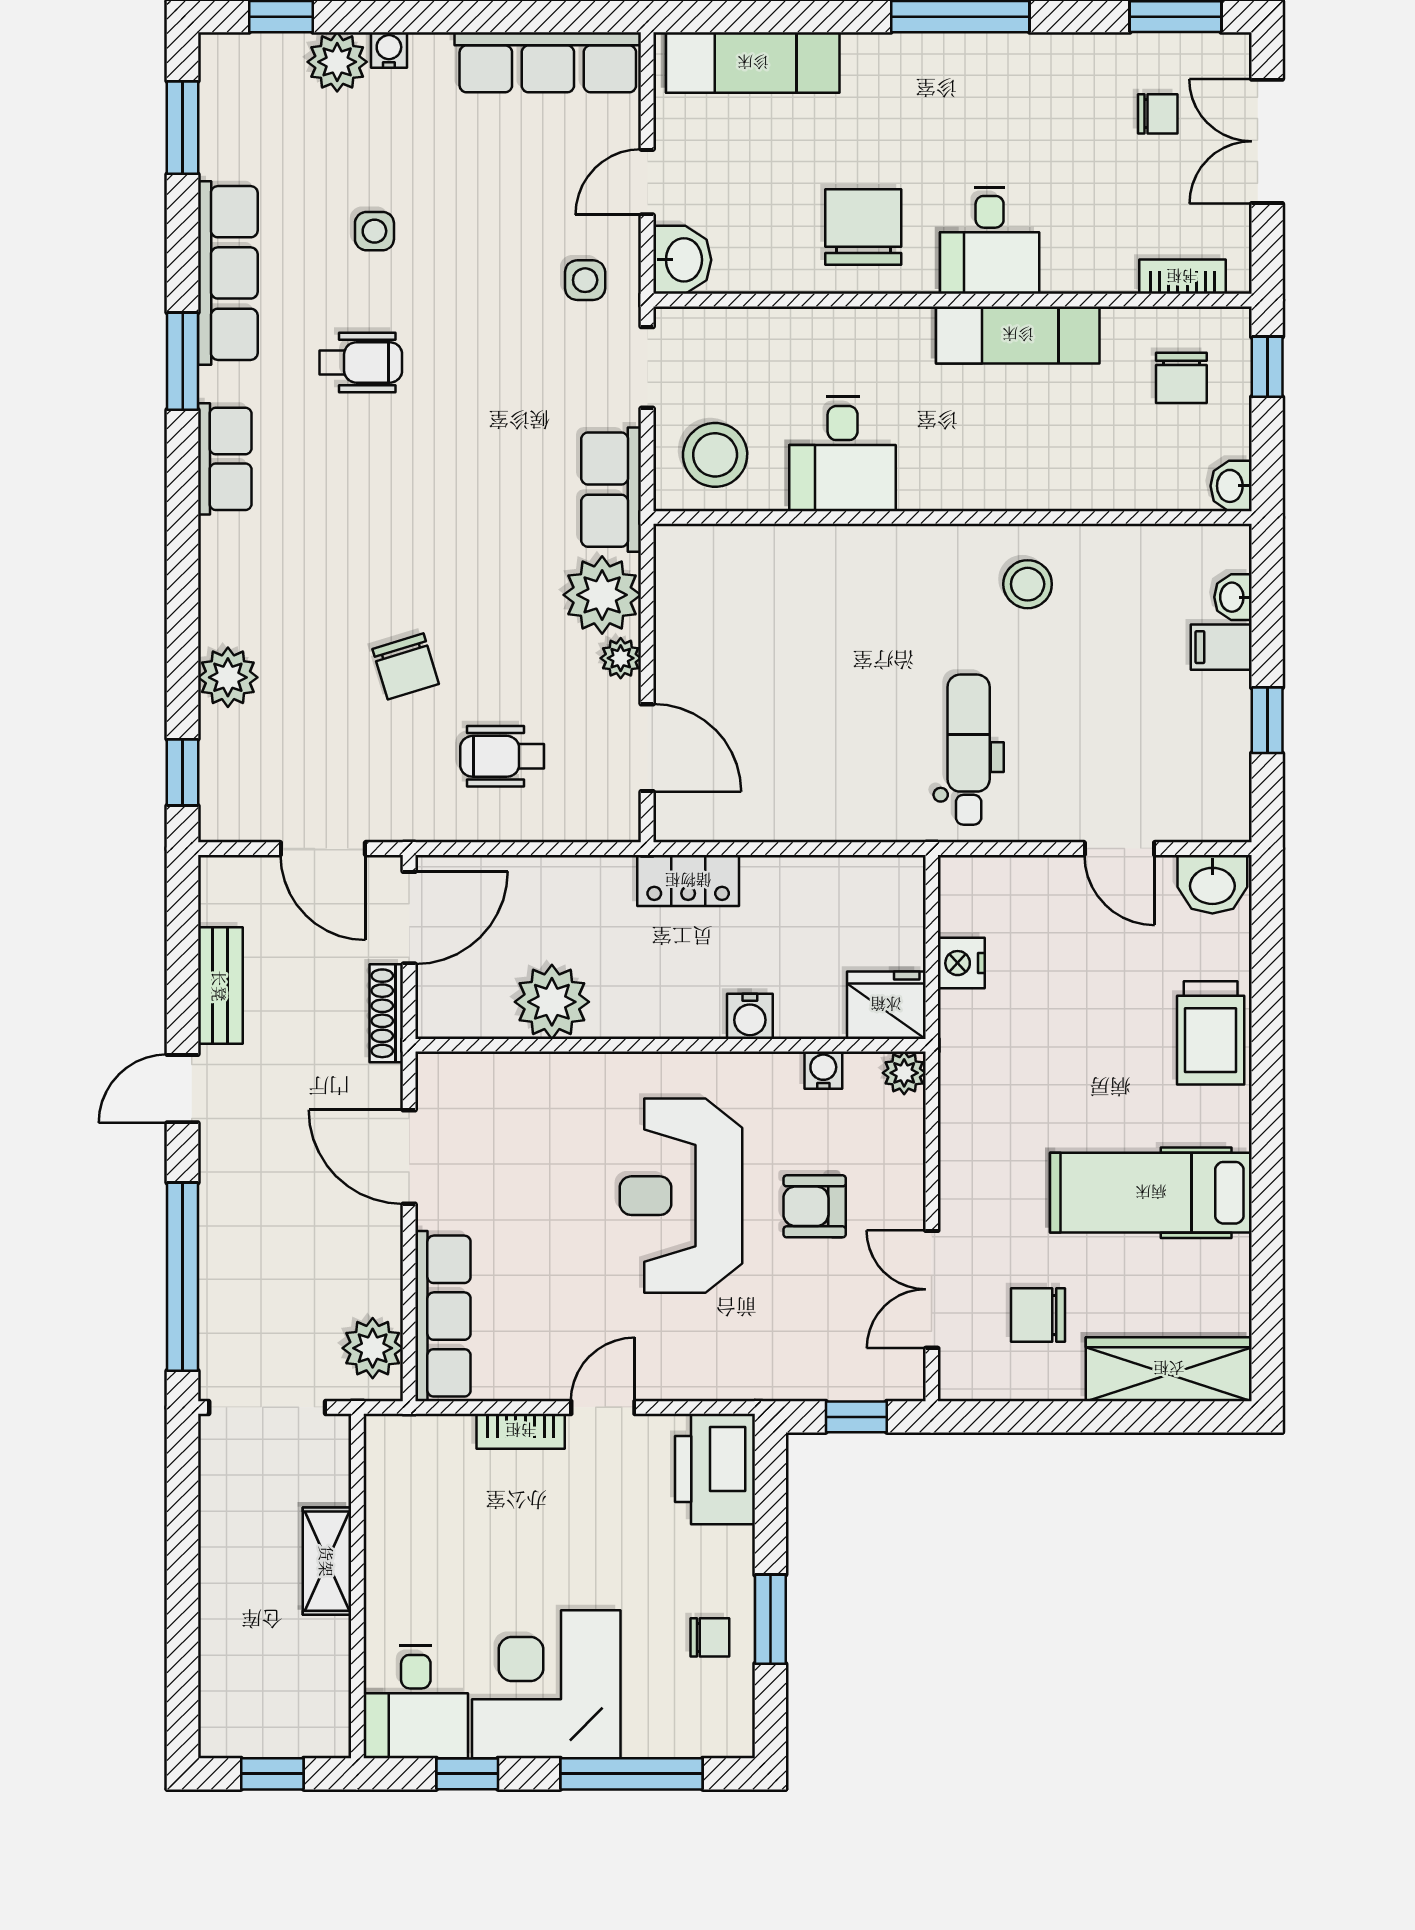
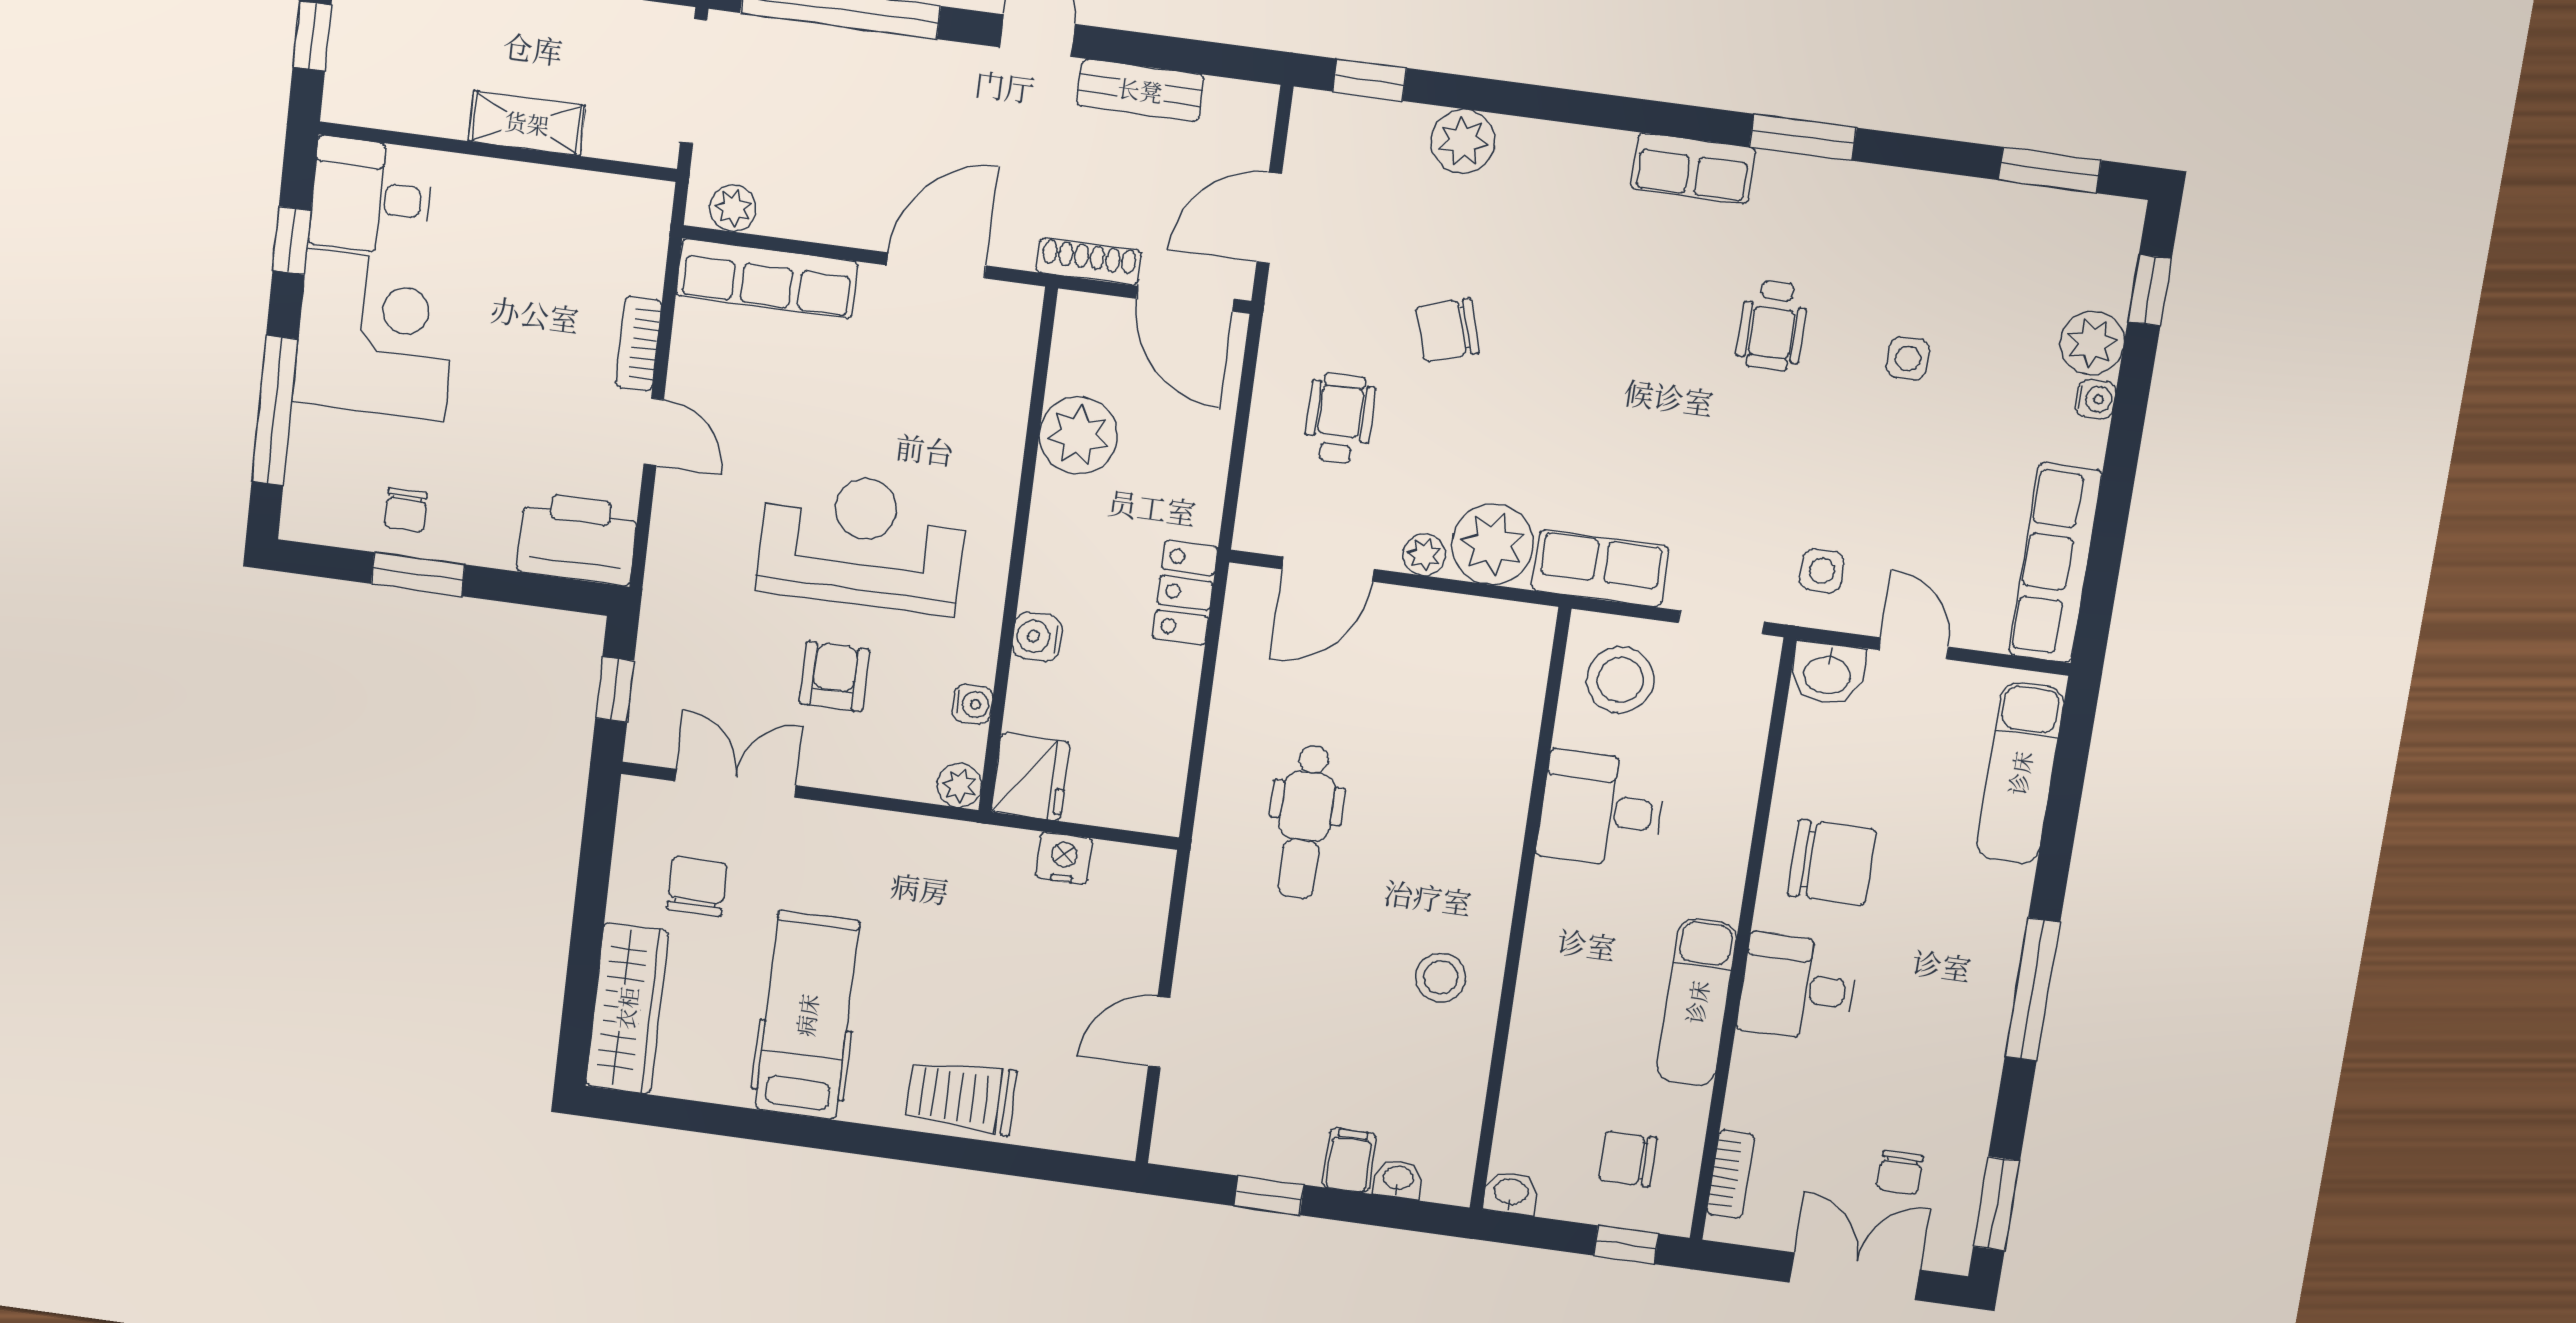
row of seats: (228, 273) -> (1888, 198), removed
dental chair: (969, 750) -> (1305, 822), moved, turned 90
washbasin: (1212, 884) -> (1111, 1119), removed
plant: (373, 1348) -> (733, 208), width x0.73, depth x0.73

